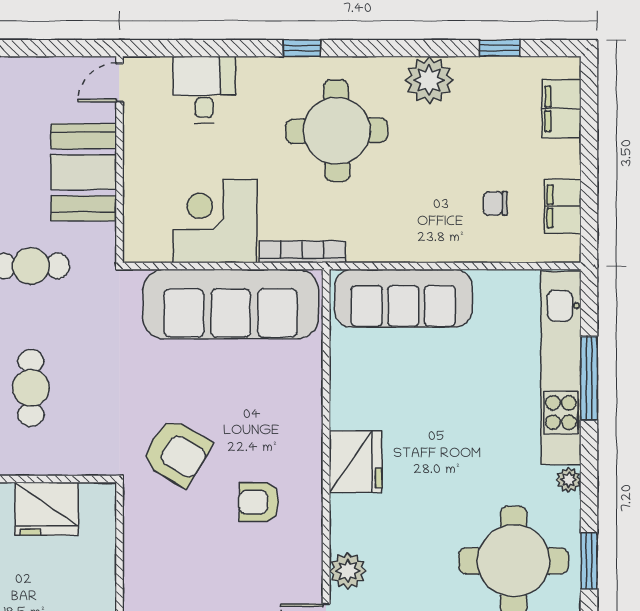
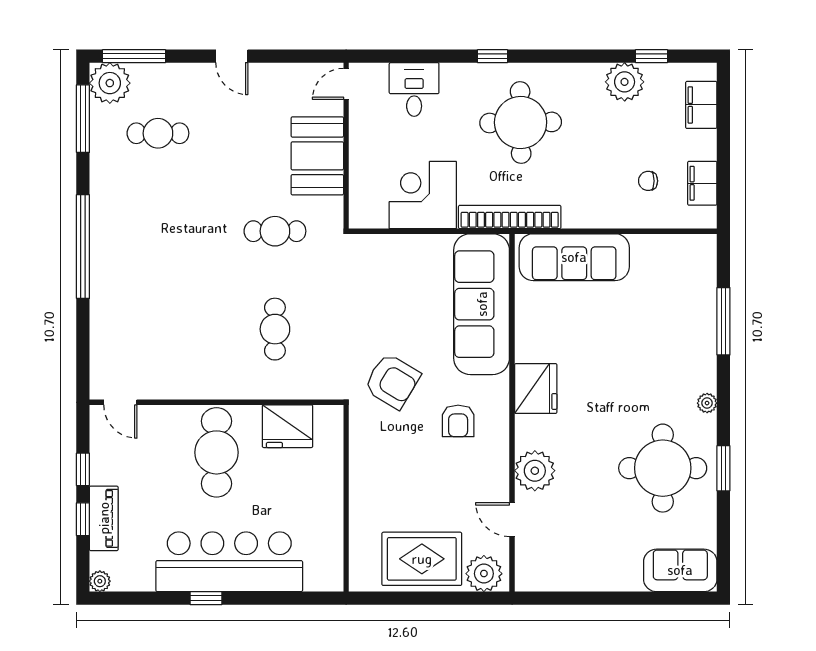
plant: (429, 80) -> (625, 82), moved
bookcase: (302, 252) -> (510, 217), width x1.48, depth x1.31
sofa: (231, 304) -> (482, 304), moved, turned 90
kitchen unit: (561, 368) -> (701, 313), removed
armchair: (259, 502) -> (458, 421), turned -90
plant: (348, 571) -> (535, 471), width x1.36, depth x1.36

